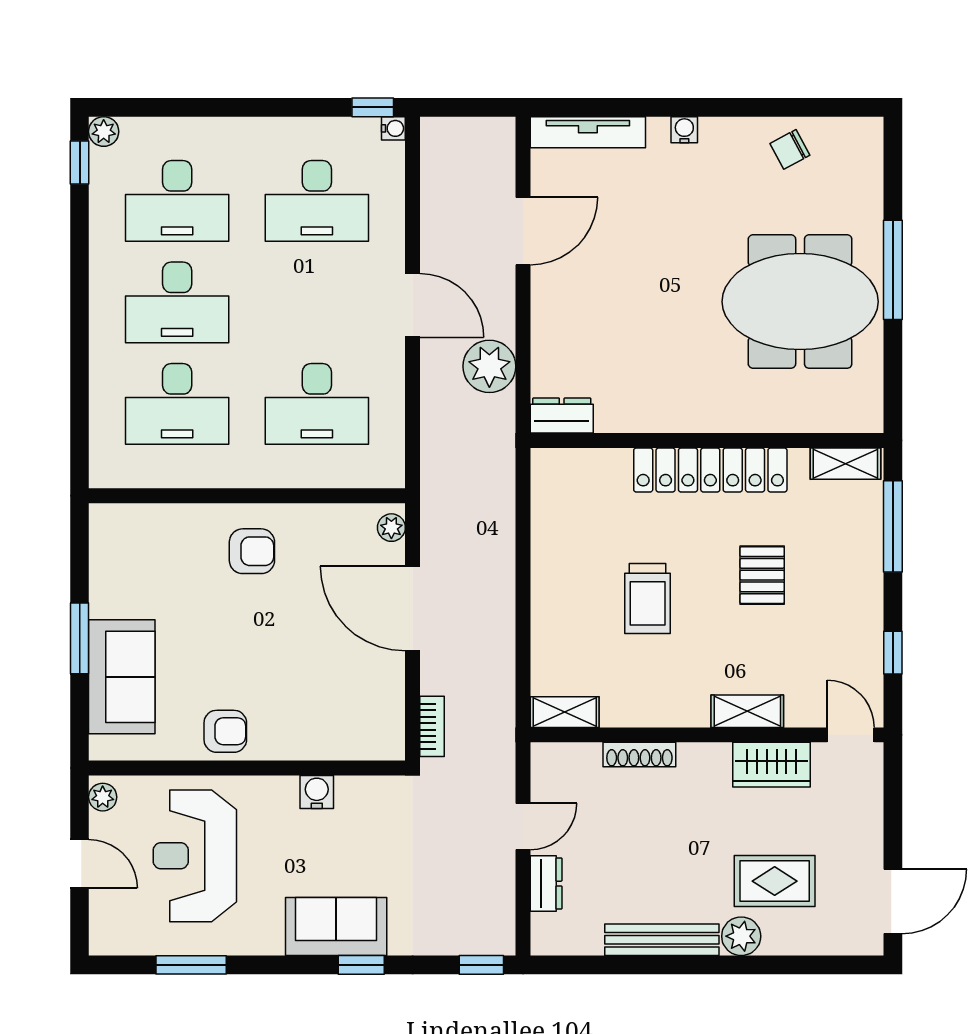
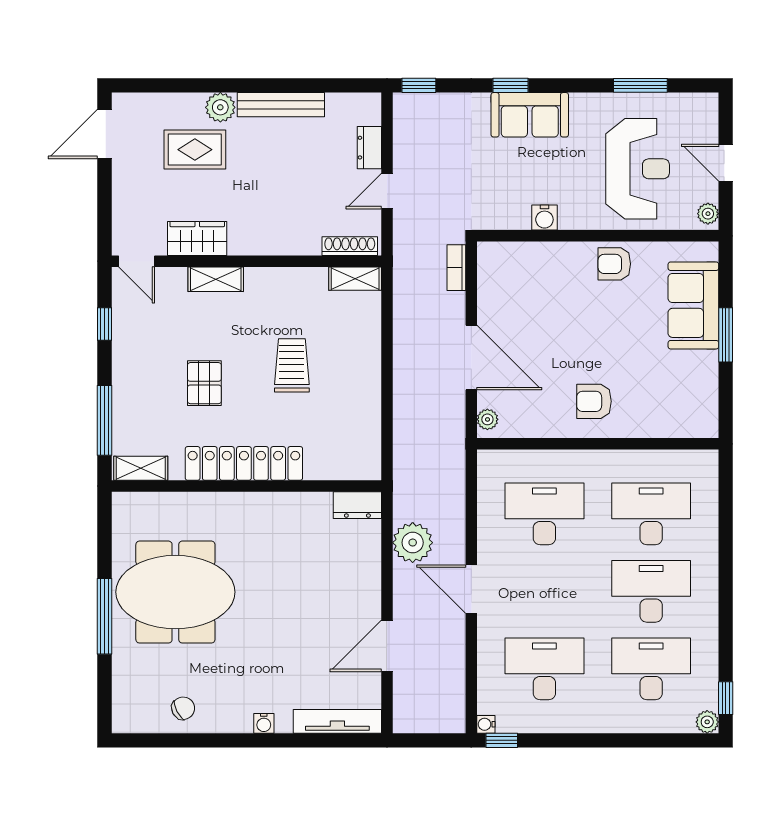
shoe rack: (639, 755) -> (350, 246), moved

